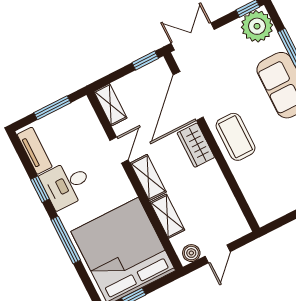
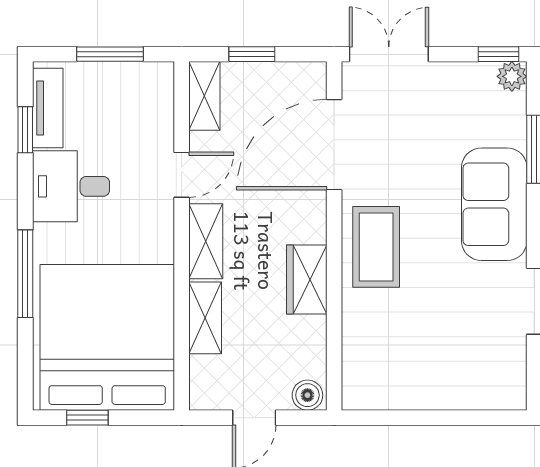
plant: (257, 26) -> (512, 76), width x0.53, depth x0.53
window: (145, 60) -> (252, 54), moved
wardrobe: (196, 145) -> (307, 279), moved
window: (40, 189) -> (25, 130), moved
boiler: (191, 253) -> (307, 395), moved

